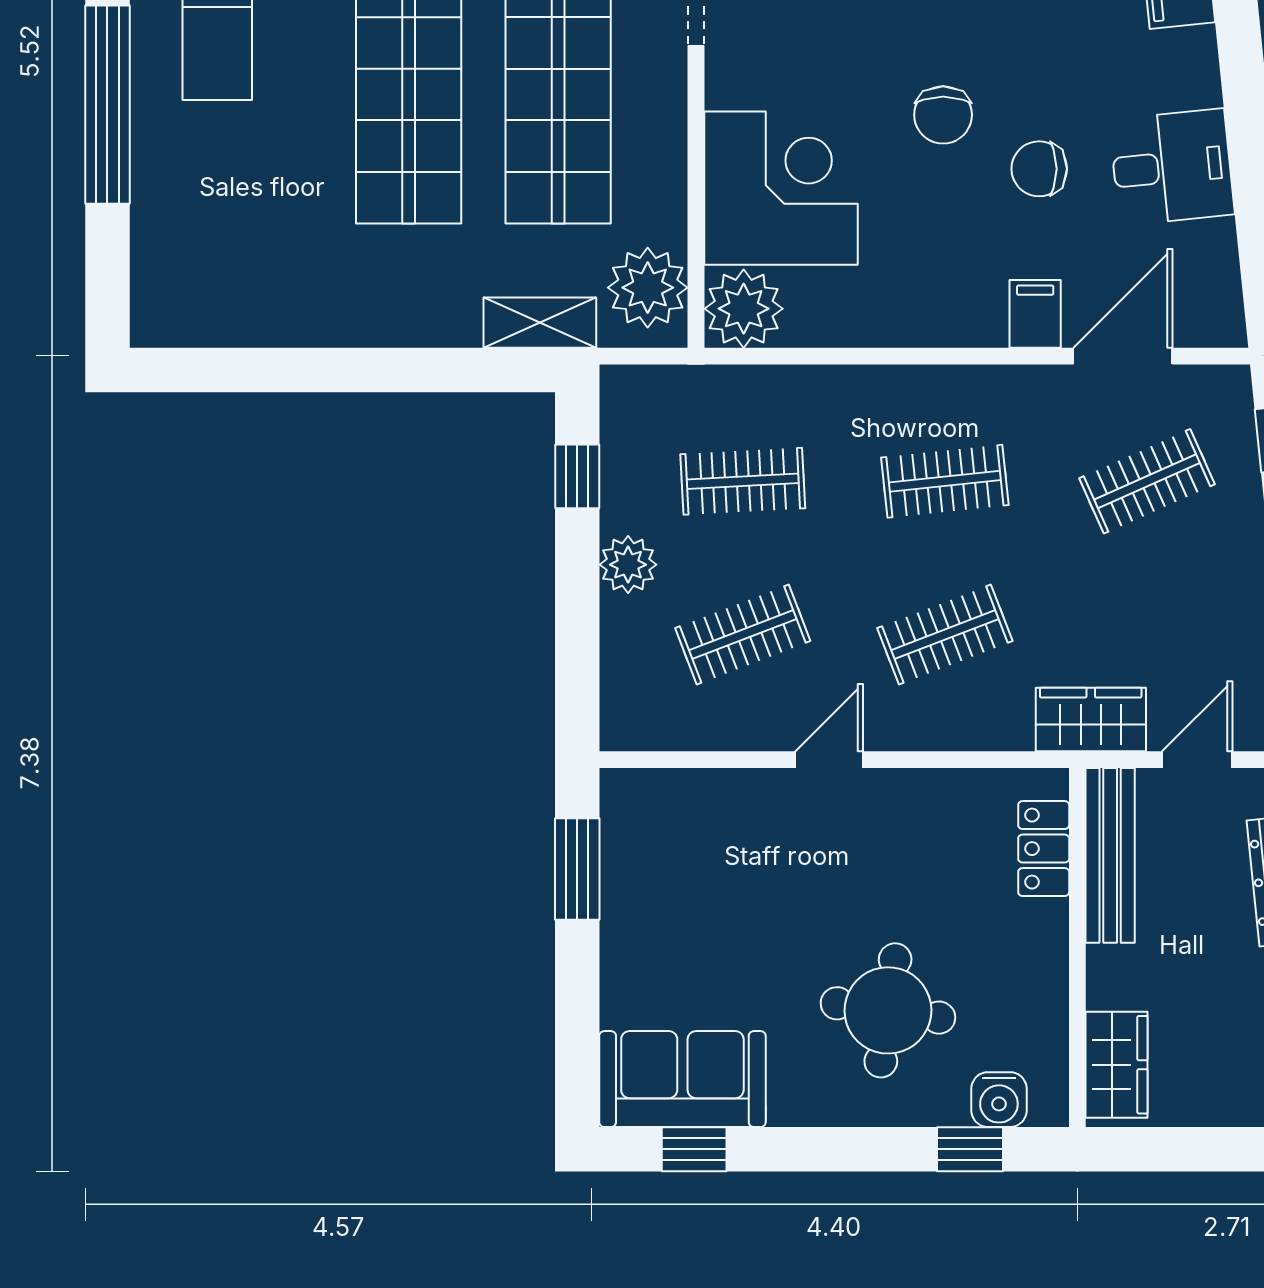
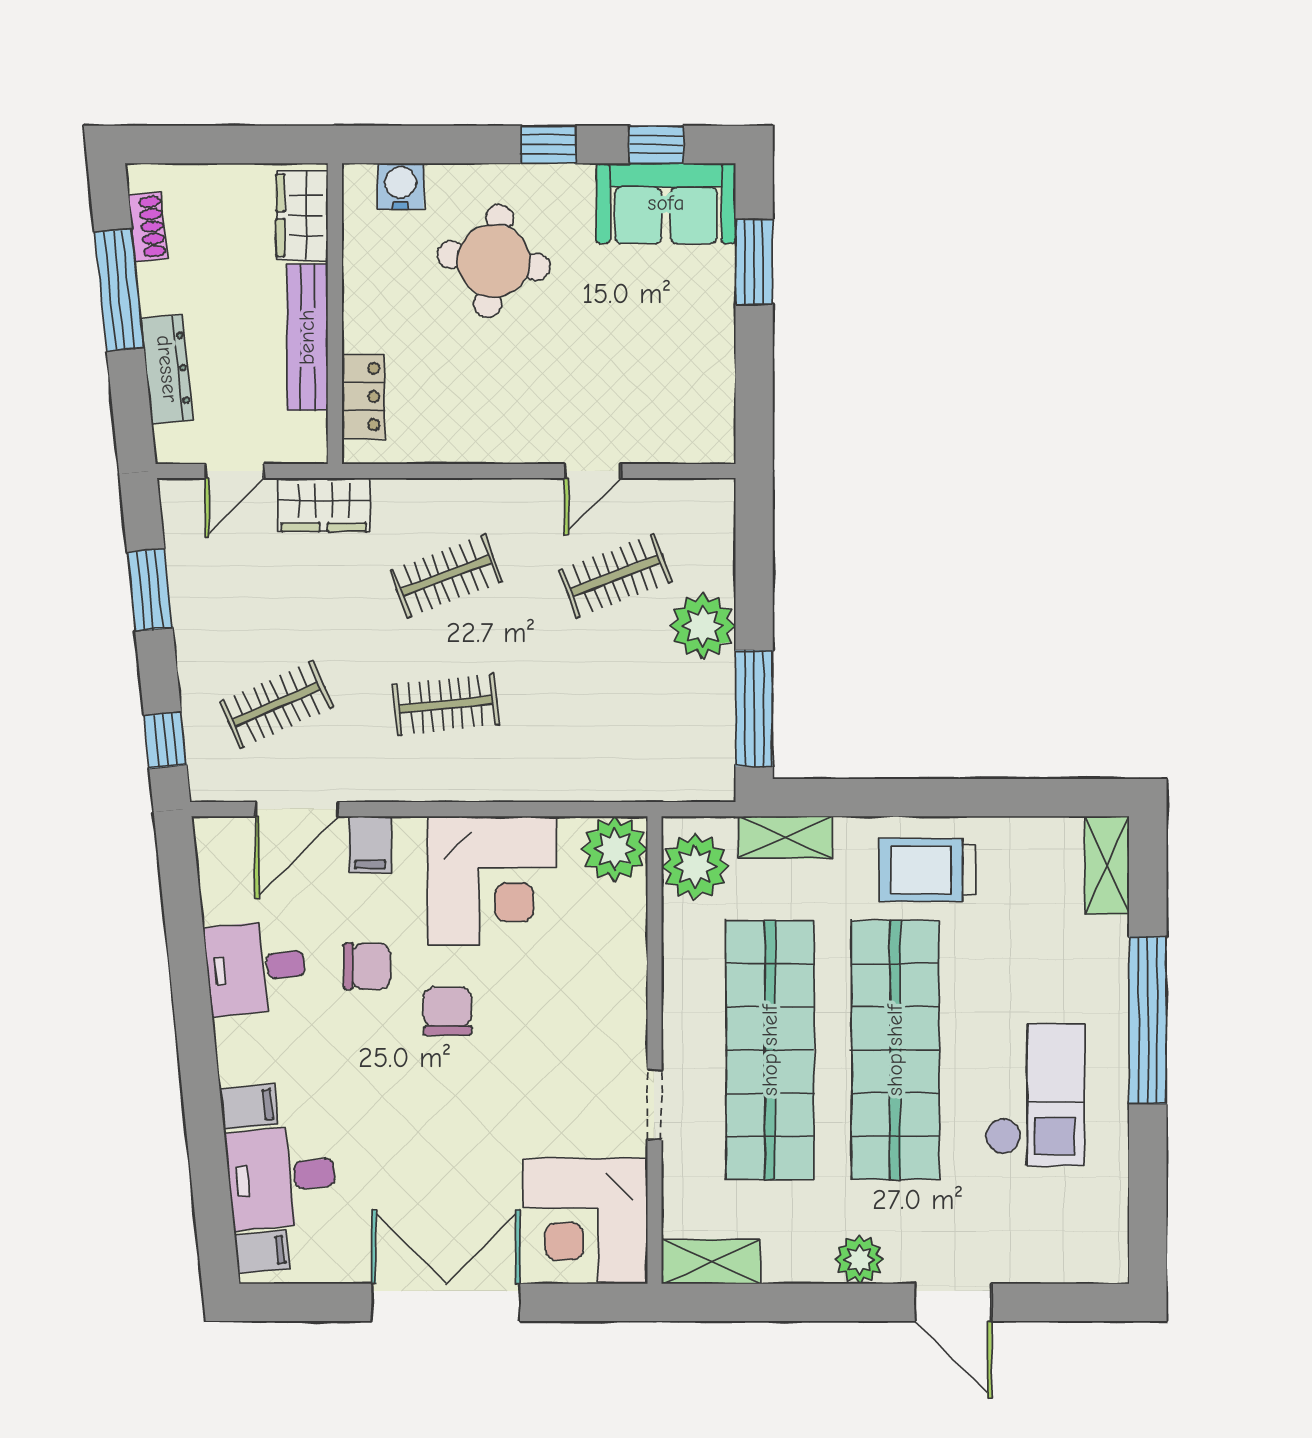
corner desk: (781, 188) -> (492, 880), moved, turned -90
trolley: (370, 284) -> (928, 870), added
shelving: (156, 289) -> (1107, 865), added
window: (577, 476) -> (754, 708), width x2.17
clothes rail: (743, 481) -> (615, 704), removed
plant: (628, 565) -> (703, 626), width x1.36, depth x1.36
door: (829, 760) -> (593, 471), moved
bench: (1110, 855) -> (307, 337), moved
window: (577, 869) -> (754, 262), moved
window: (970, 1149) -> (548, 145), moved

